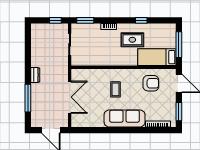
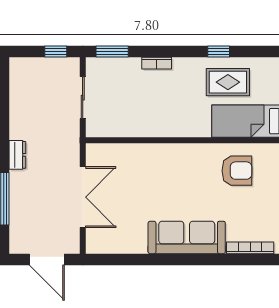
rug: (132, 40) -> (228, 82), moved
coffee table: (116, 89) -> (170, 182), removed

